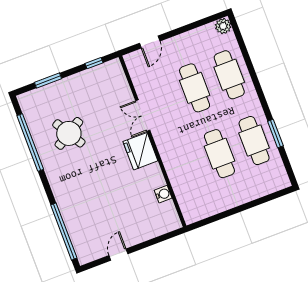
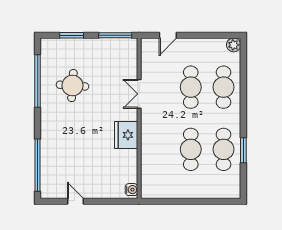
window: (94, 63) -> (115, 35), width x2.17
round table: (69, 133) -> (72, 86), turned 35
fridge: (140, 151) -> (126, 135), moved
water cooler: (163, 194) -> (131, 190), moved
door: (118, 255) -> (76, 201), hinge flipped

